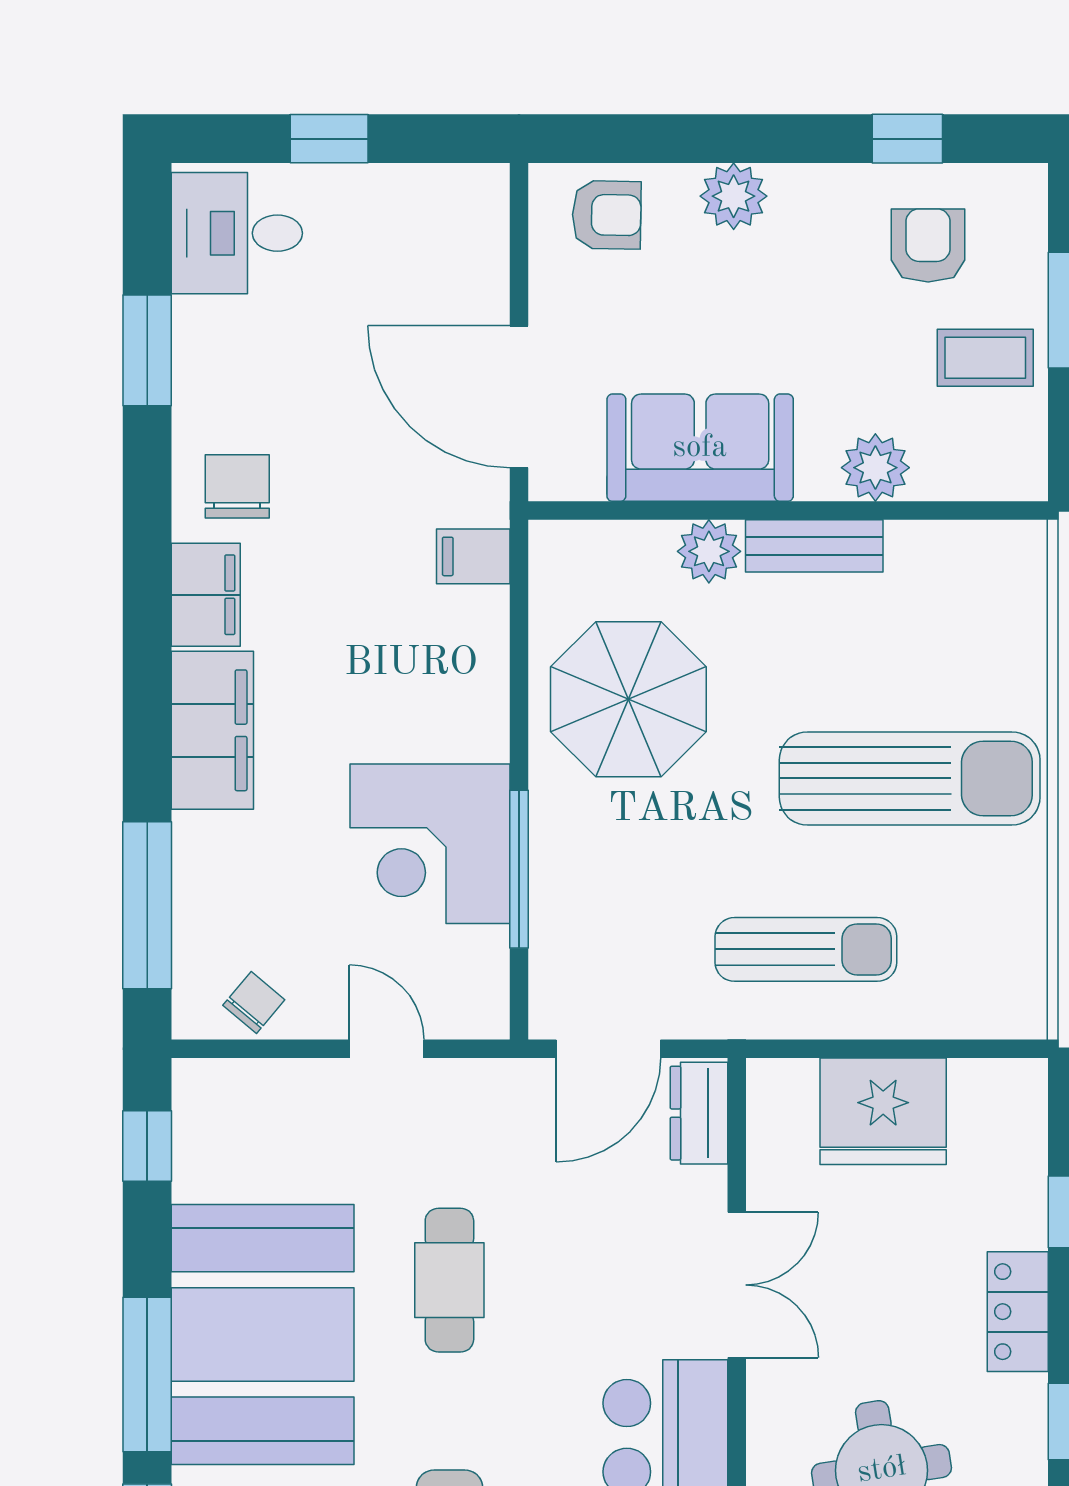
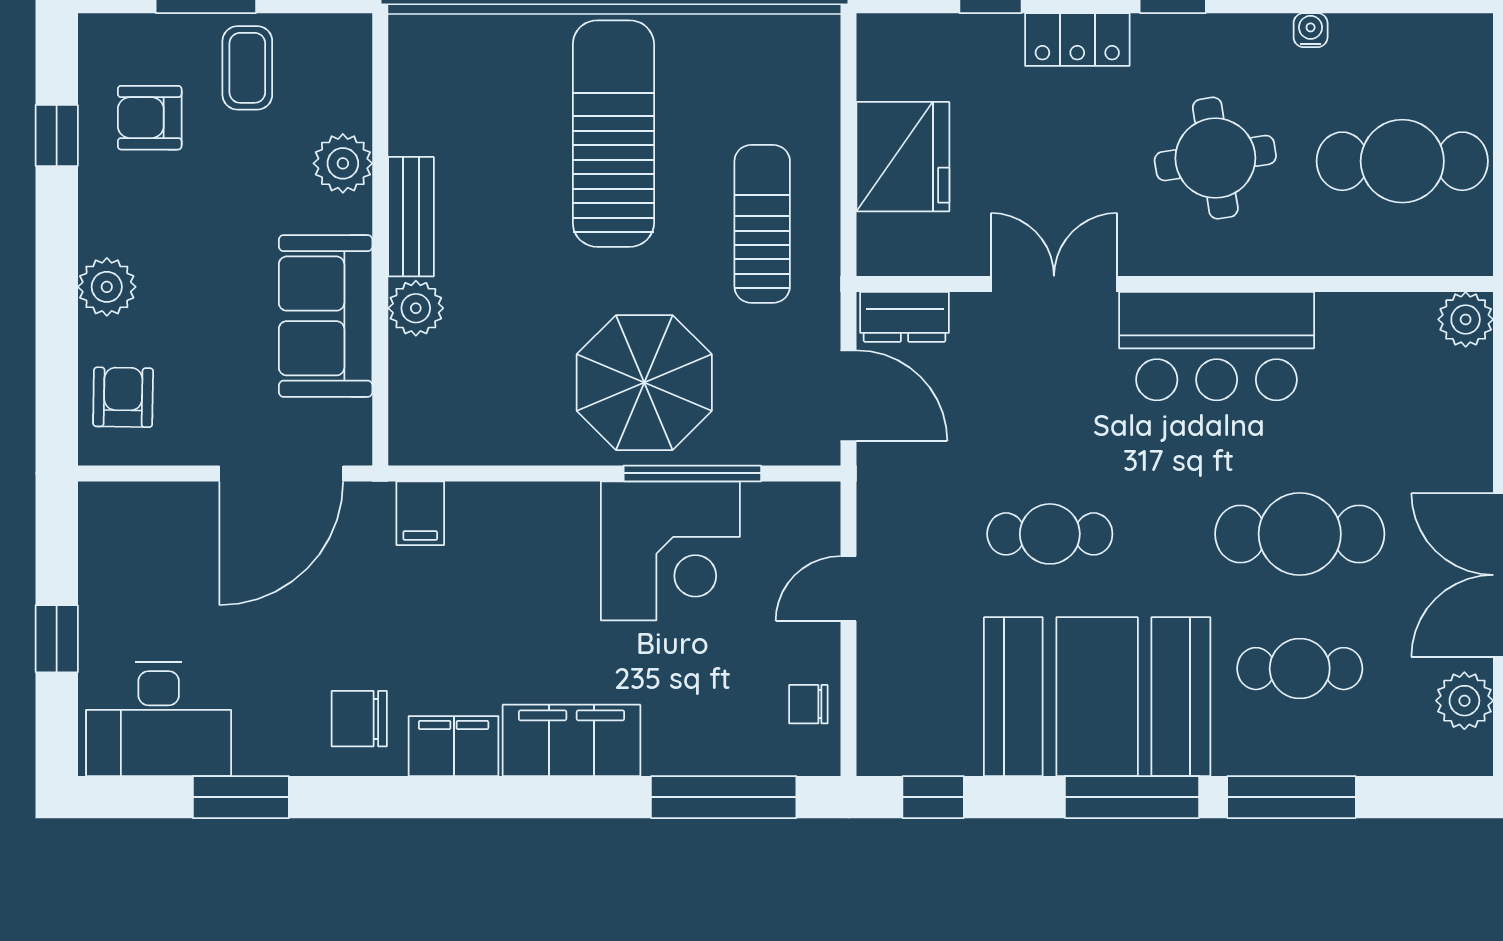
desk: (237, 233) -> (159, 719), width x1.37
parasol: (628, 699) -> (644, 383), moved
chair: (254, 1002) -> (808, 704), turned -40

